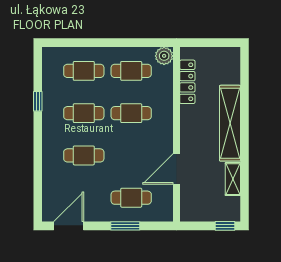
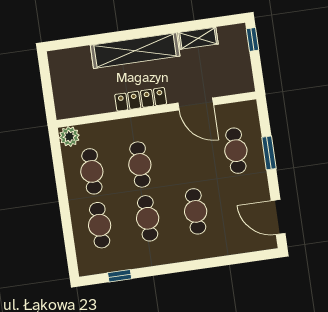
locker: (187, 82) -> (141, 99), moved
window: (38, 101) -> (120, 276), moved

